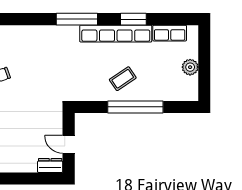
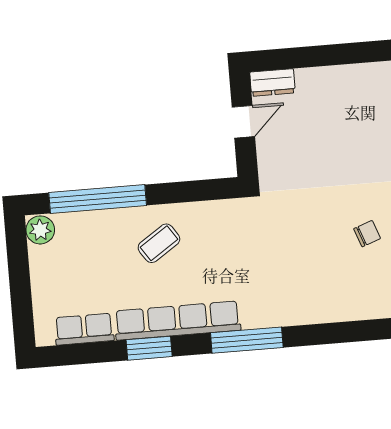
plant: (190, 67) -> (40, 230), moved
window: (135, 107) -> (98, 199), moved
door: (69, 144) -> (243, 122), hinge flipped

